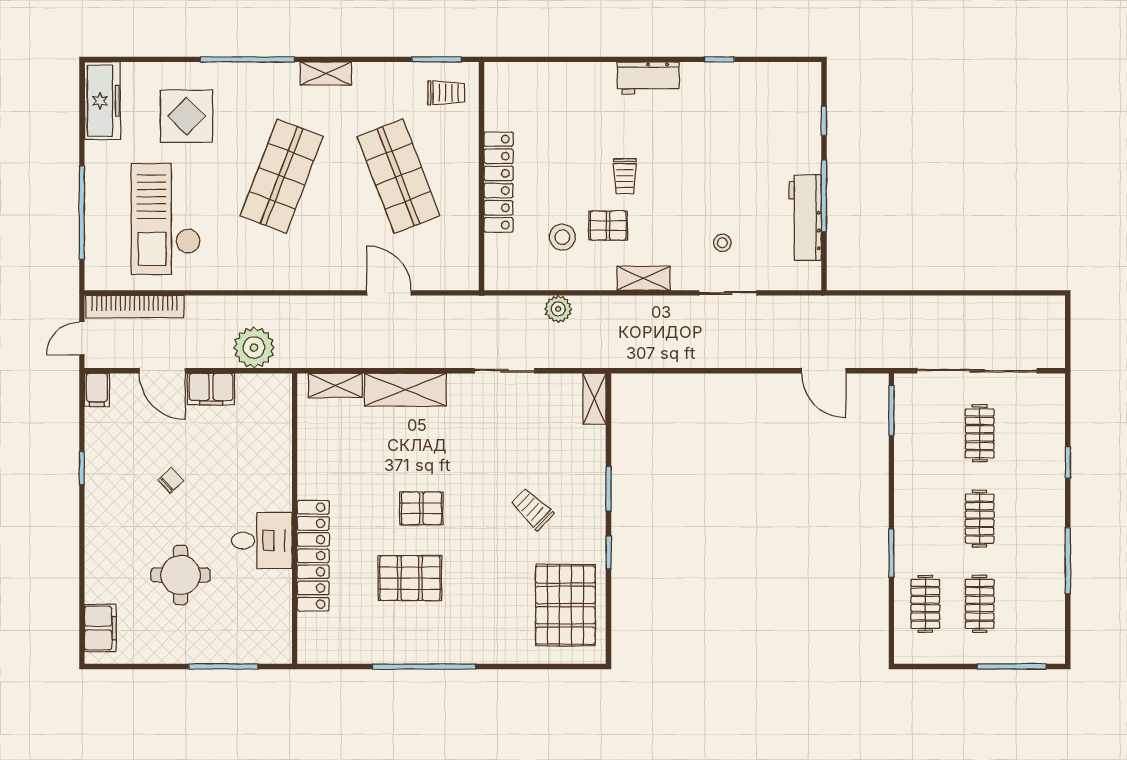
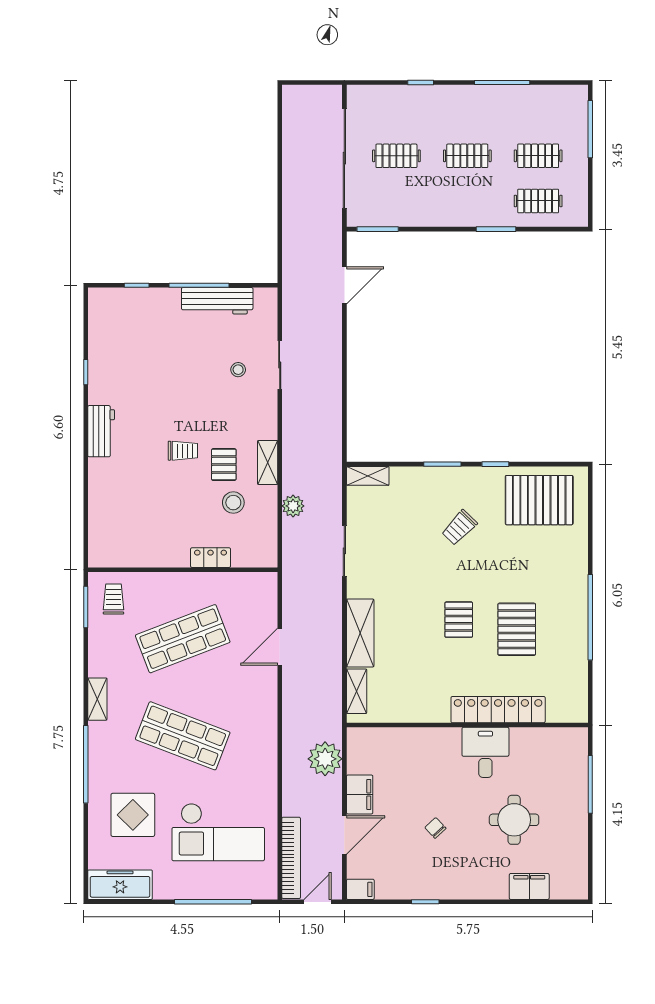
locker: (499, 182) -> (211, 558), width x0.46, depth x0.83
shelving: (644, 278) -> (268, 462), moved
door: (82, 338) -> (318, 902), swing flipped
filing cabinet: (100, 628) -> (529, 886), moved

